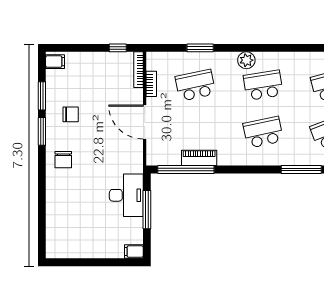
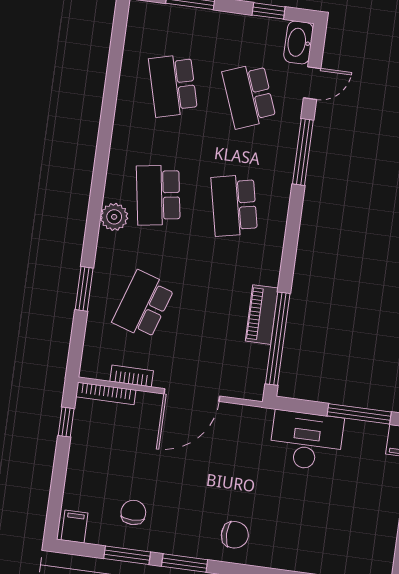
school desk: (195, 85) -> (143, 305), turned 30
chair: (71, 114) -> (133, 512), moved
window: (147, 210) -> (359, 414), moved

